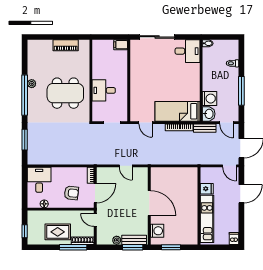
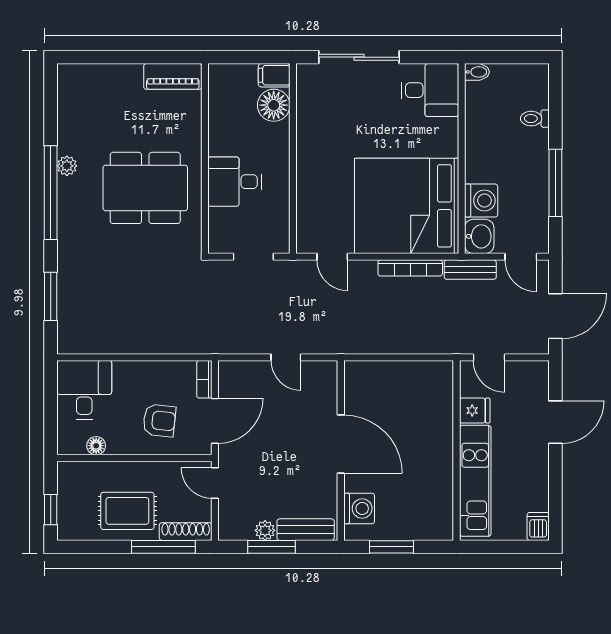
piano: (66, 45) -> (173, 76), moved
floor lamp: (120, 58) -> (274, 105), added
bed: (178, 111) -> (407, 206), width x2.04
door: (229, 166) -> (489, 357), moved
window: (133, 247) -> (272, 547), moved

